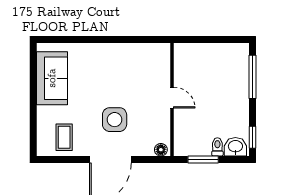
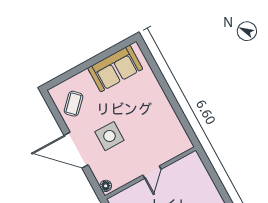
coffee table: (64, 137) -> (74, 104), turned -46

